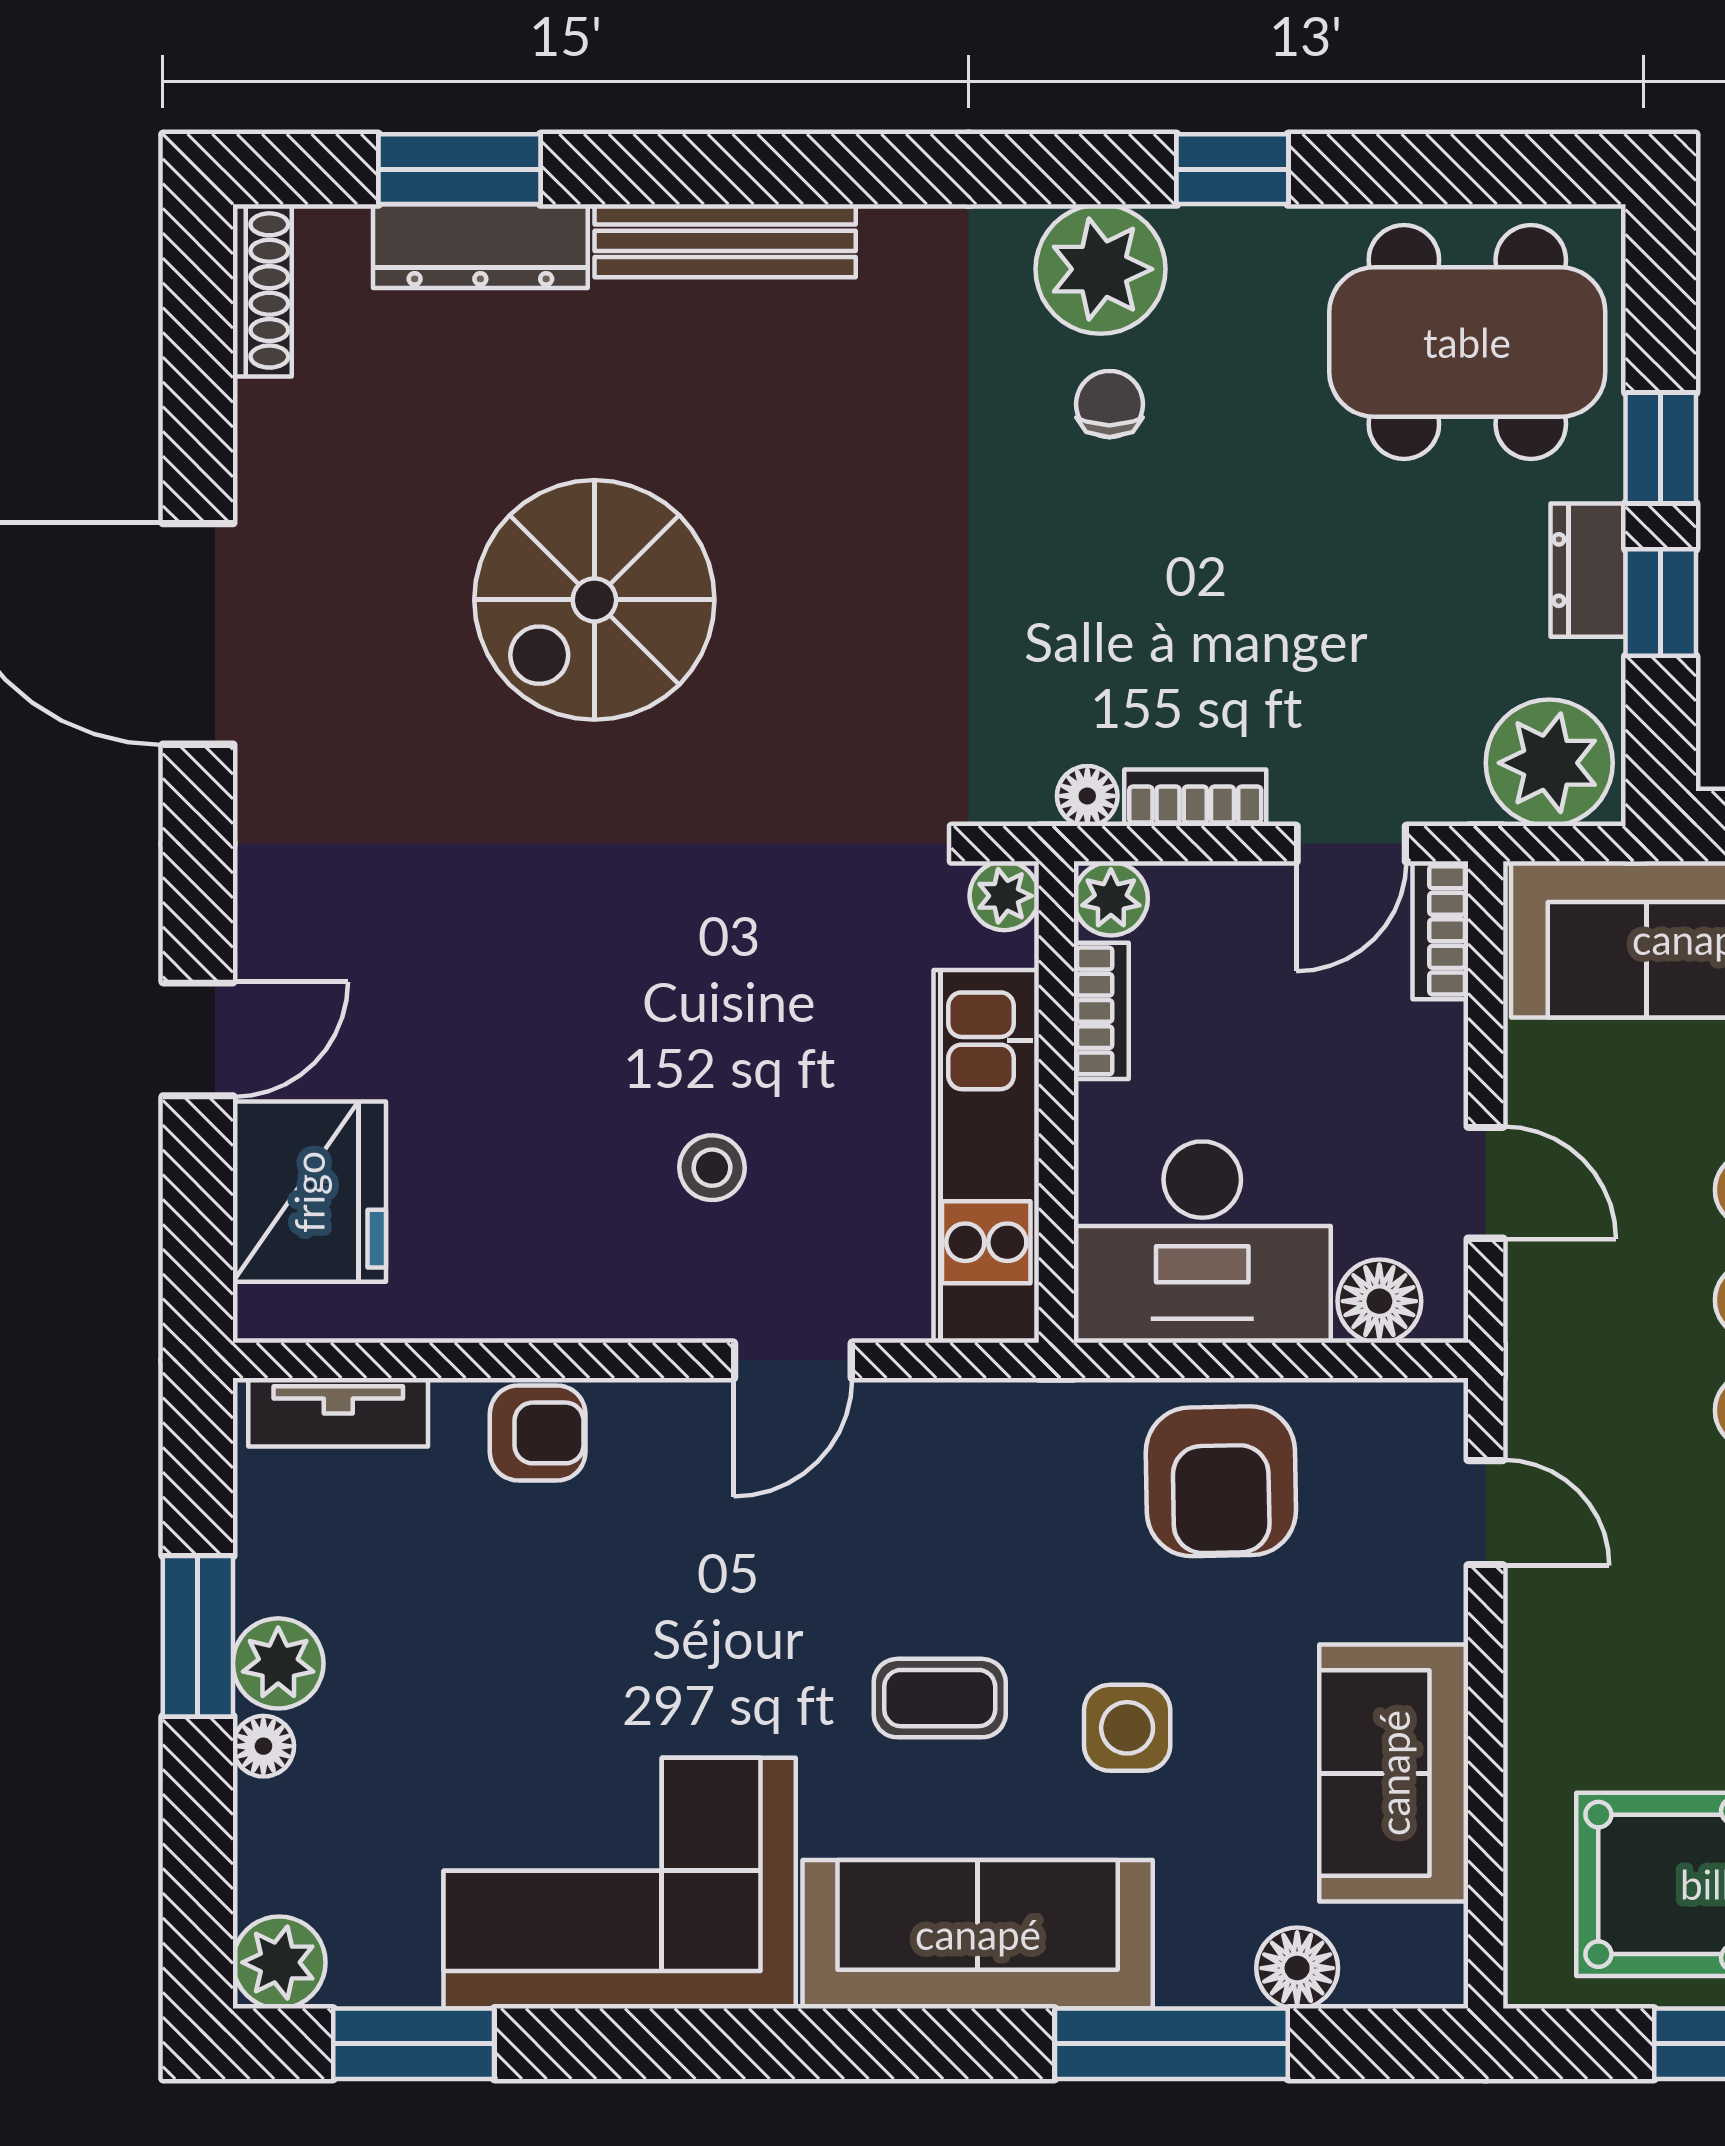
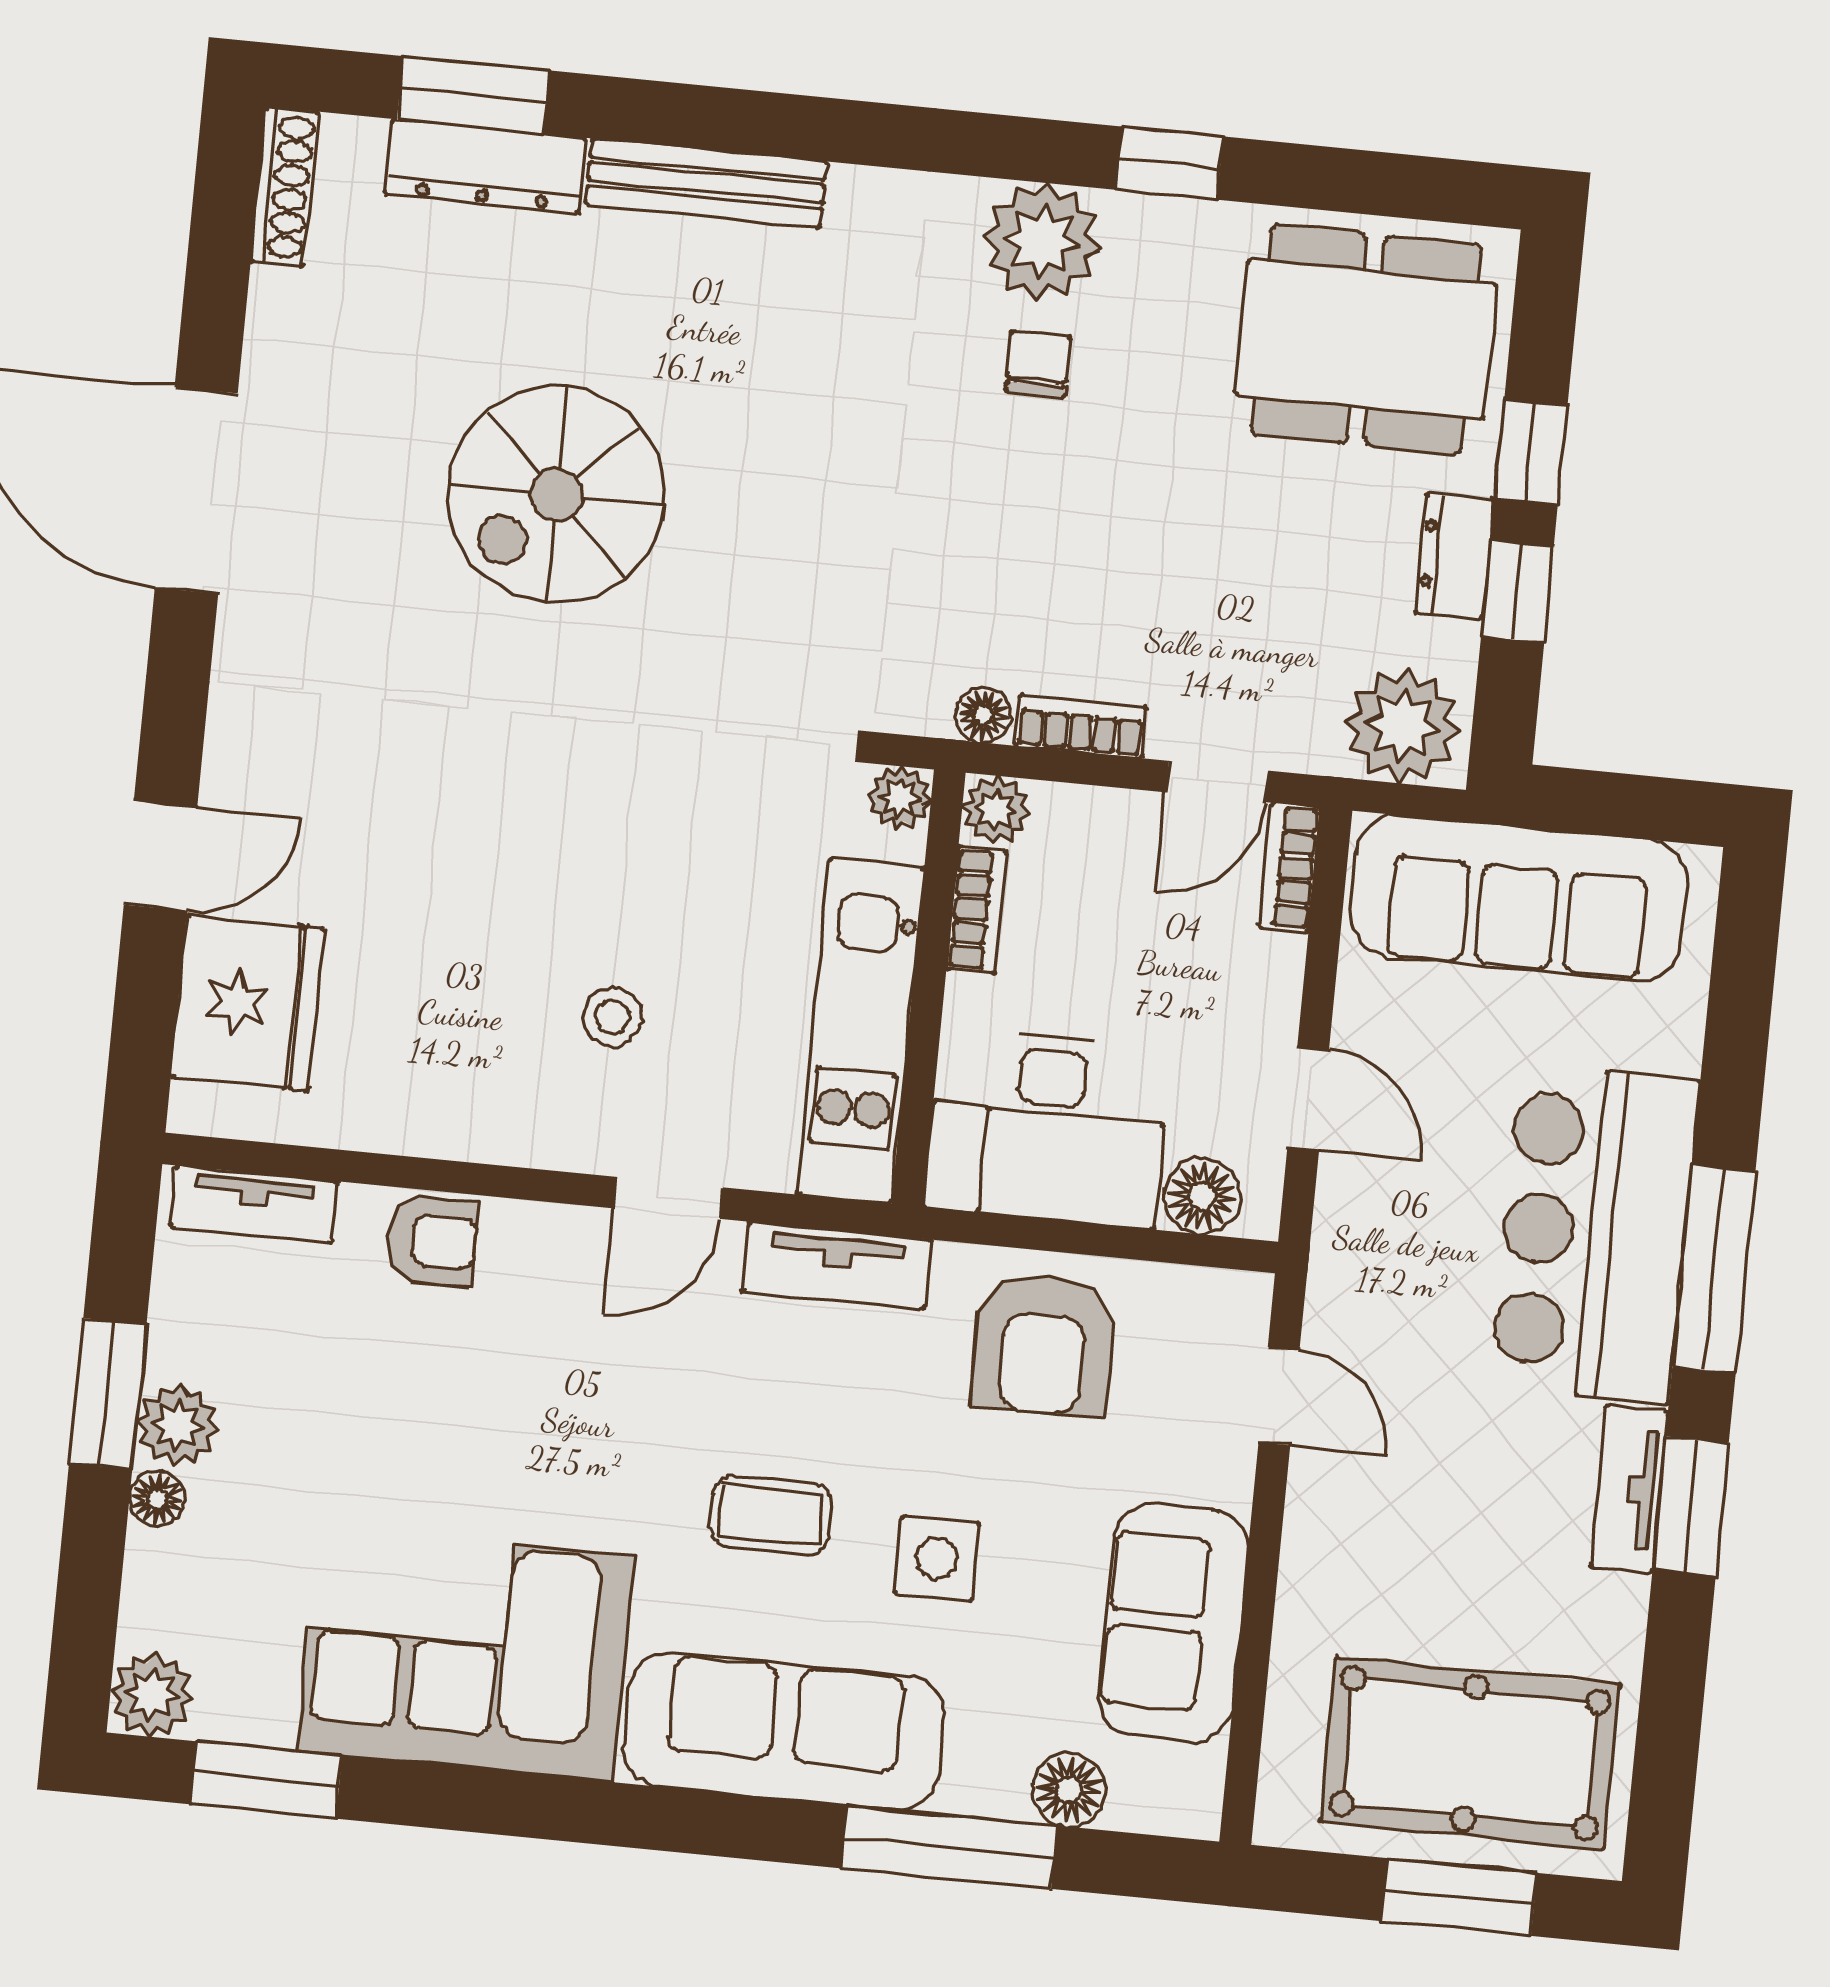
tv unit: (985, 1417) -> (836, 1266), added

